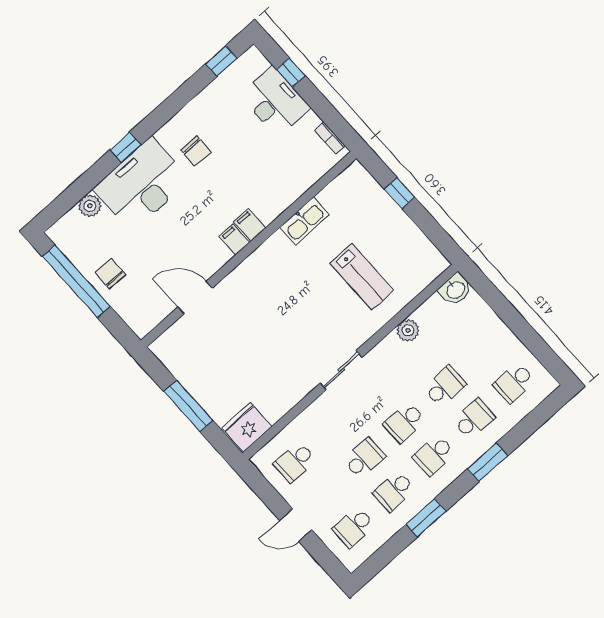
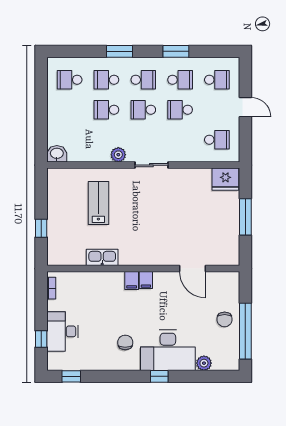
plant: (408, 330) -> (118, 155), moved
school desk: (514, 383) -> (70, 80), turned 180
school desk: (404, 422) -> (143, 110), turned 180

